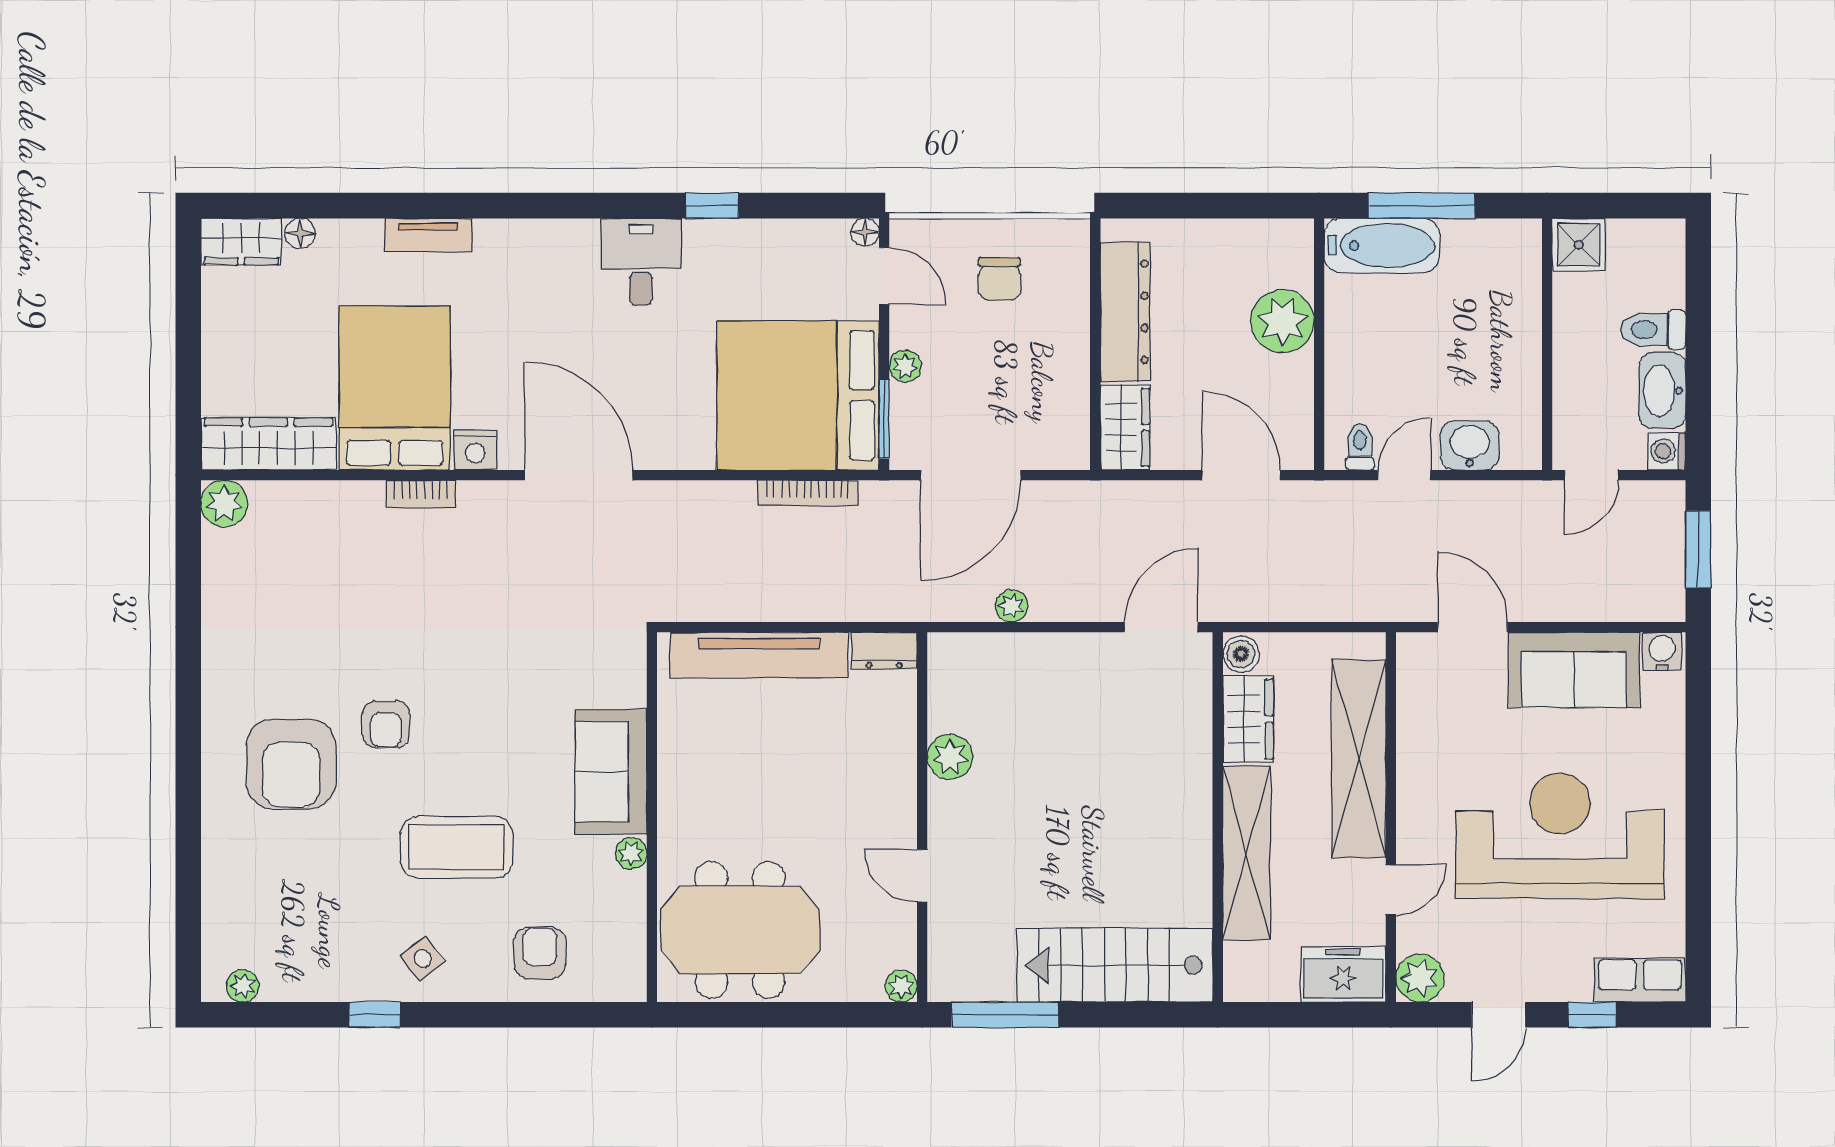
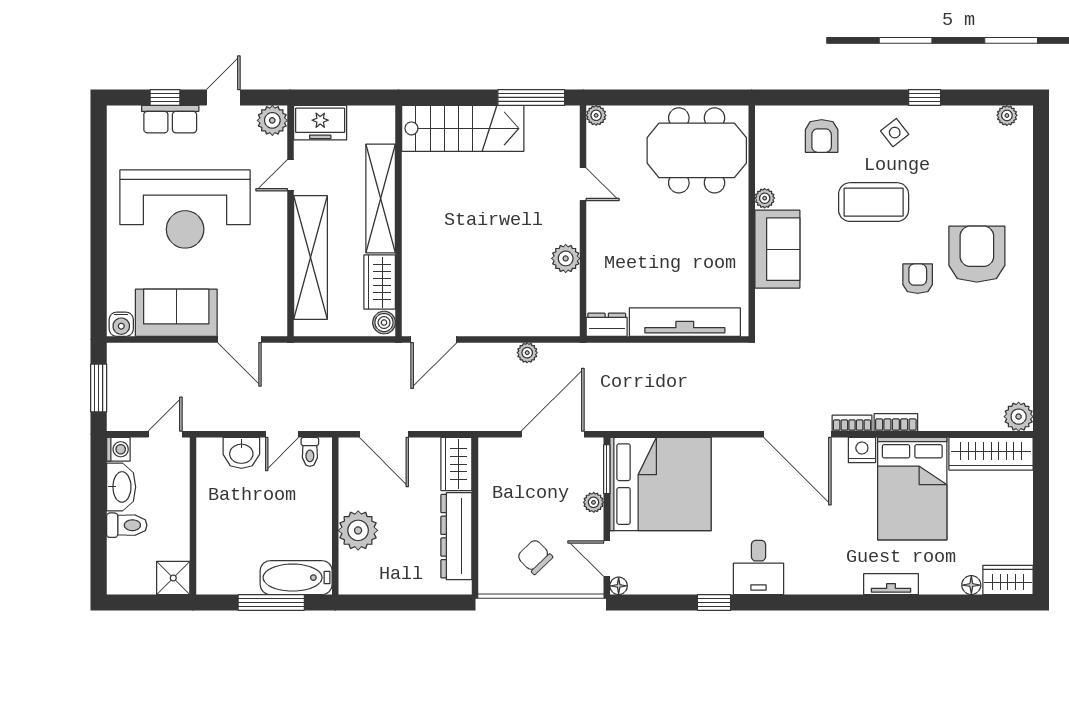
chair: (999, 279) -> (535, 557), turned -44
bookcase: (808, 493) -> (852, 423), moved, width x0.64
row of seats: (1640, 980) -> (170, 119), moved

